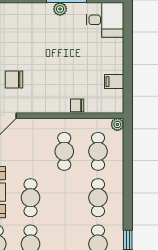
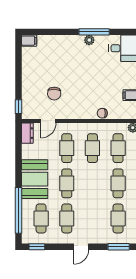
chair: (14, 80) -> (54, 94), turned -88
cafe table: (30, 151) -> (67, 148), added

